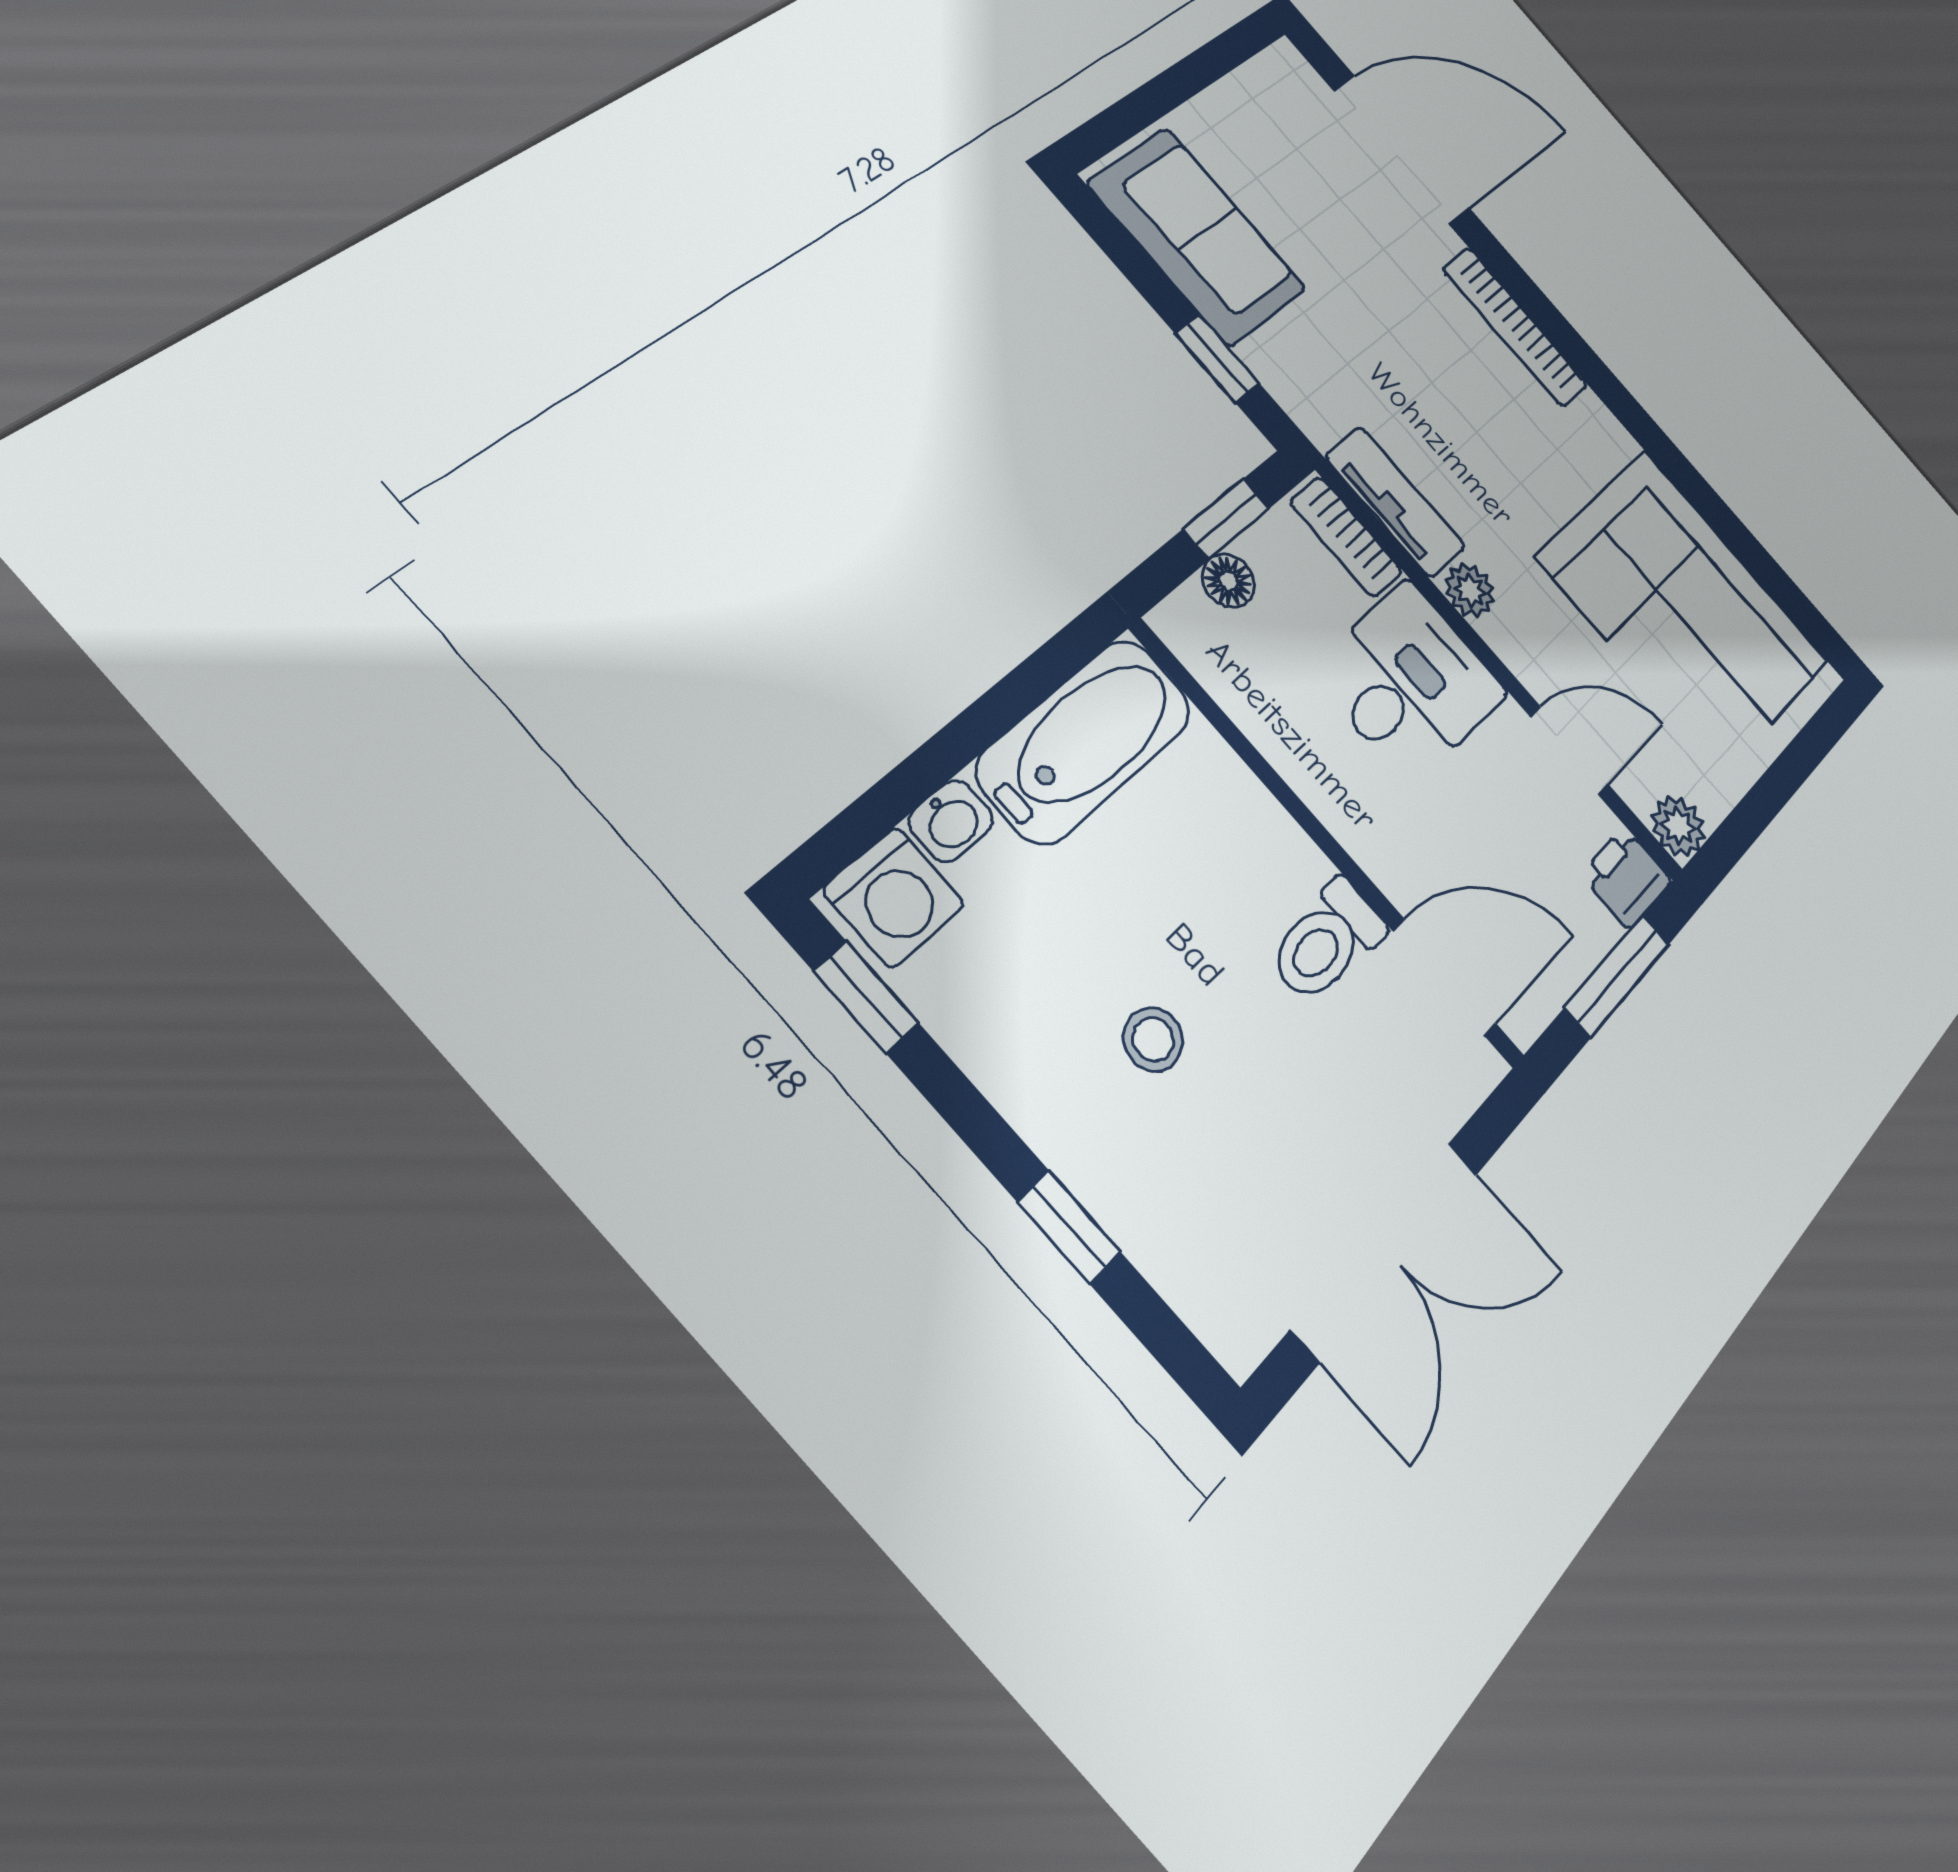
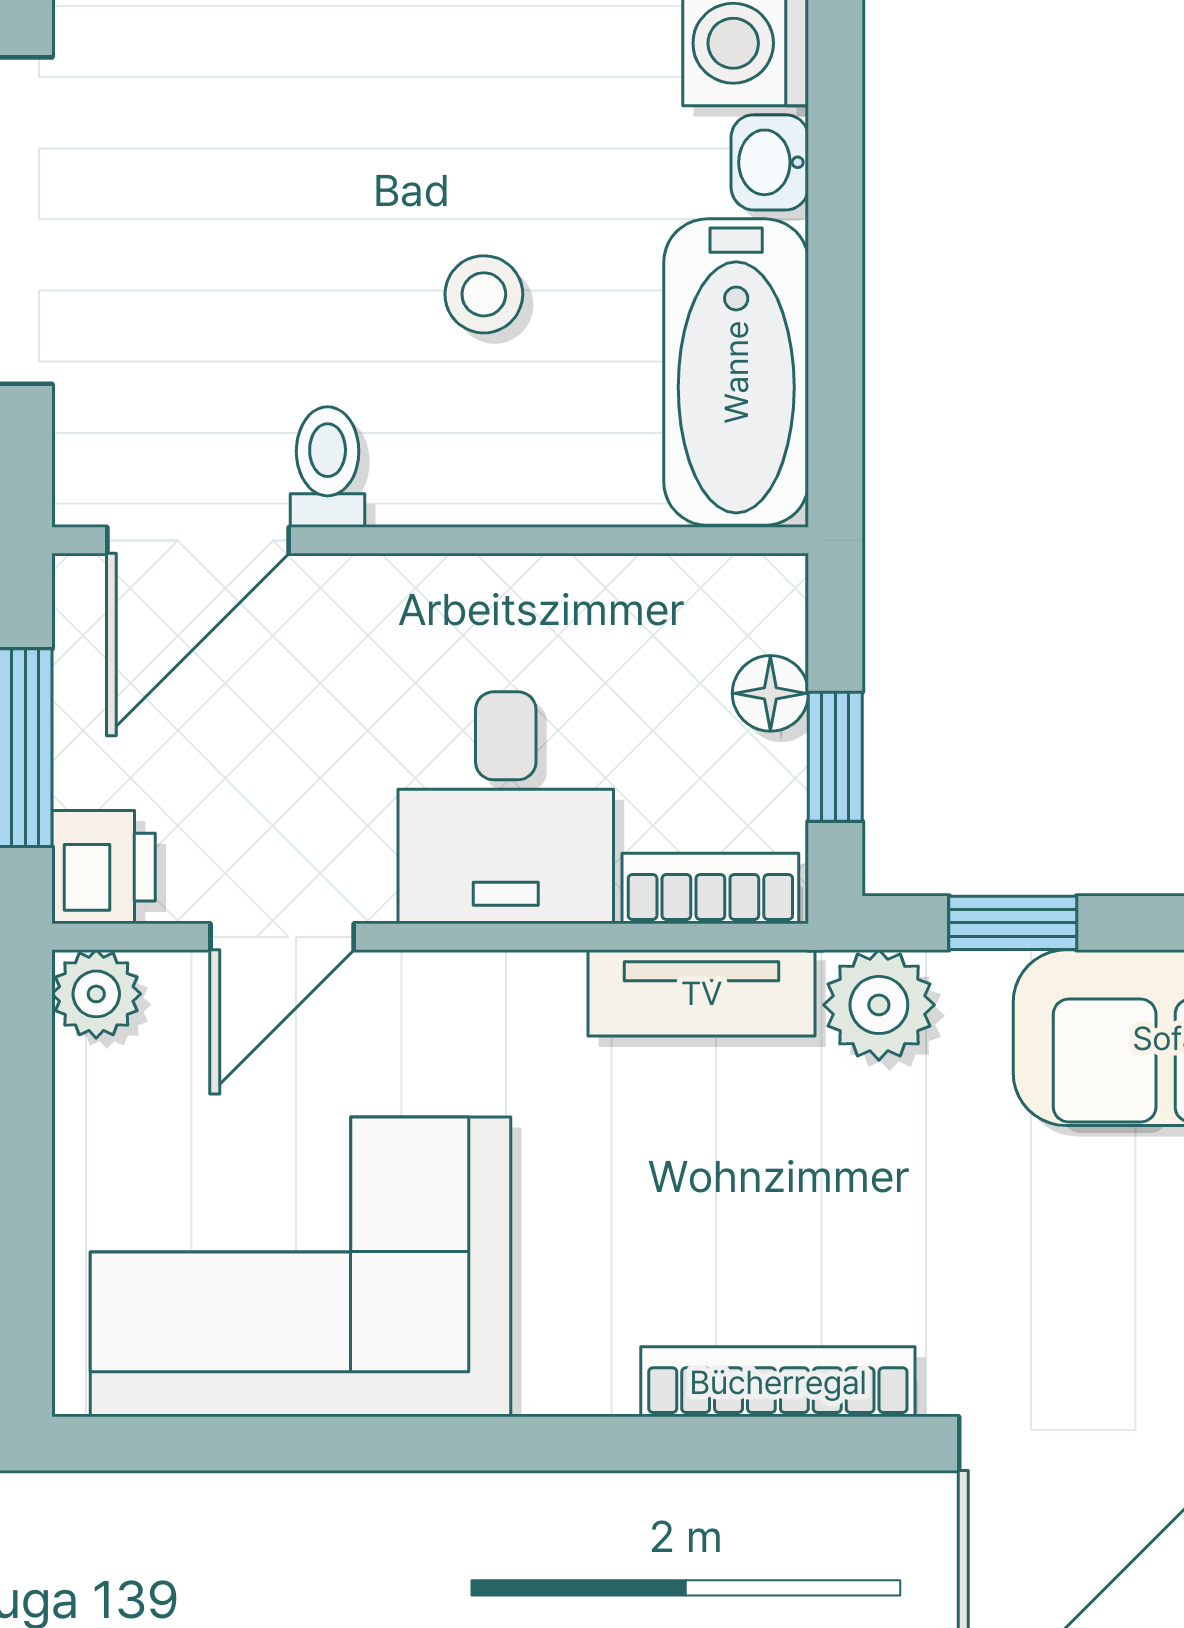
plant: (1470, 590) -> (879, 1005), moved, width x1.38, depth x1.38
toilet: (1327, 941) -> (328, 467), width x0.73, depth x0.72
stool: (1153, 1039) -> (484, 294), moved

